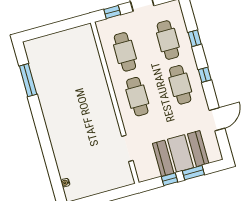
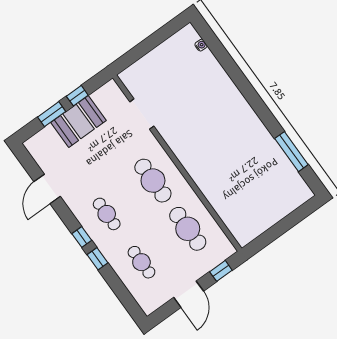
window: (195, 38) -> (97, 259), moved
cafe table: (168, 40) -> (141, 262), width x0.73, depth x0.74
cafe table: (180, 85) -> (107, 214), width x0.73, depth x0.74
booth: (181, 153) -> (79, 121), width x0.73, depth x0.70

